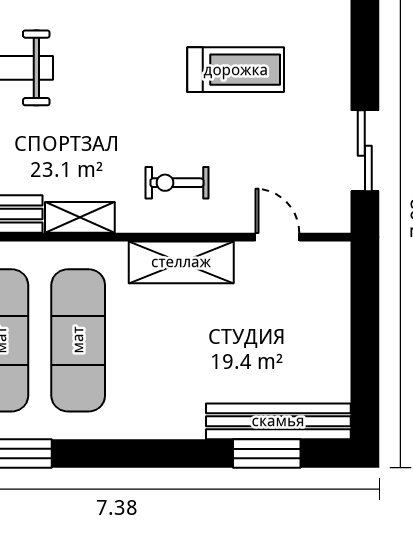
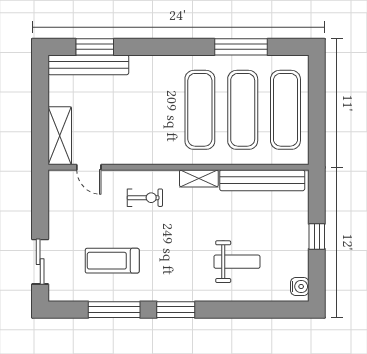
sliding door: (365, 151) -> (40, 262), moved
shelving: (181, 262) -> (60, 136), moved, turned 90

